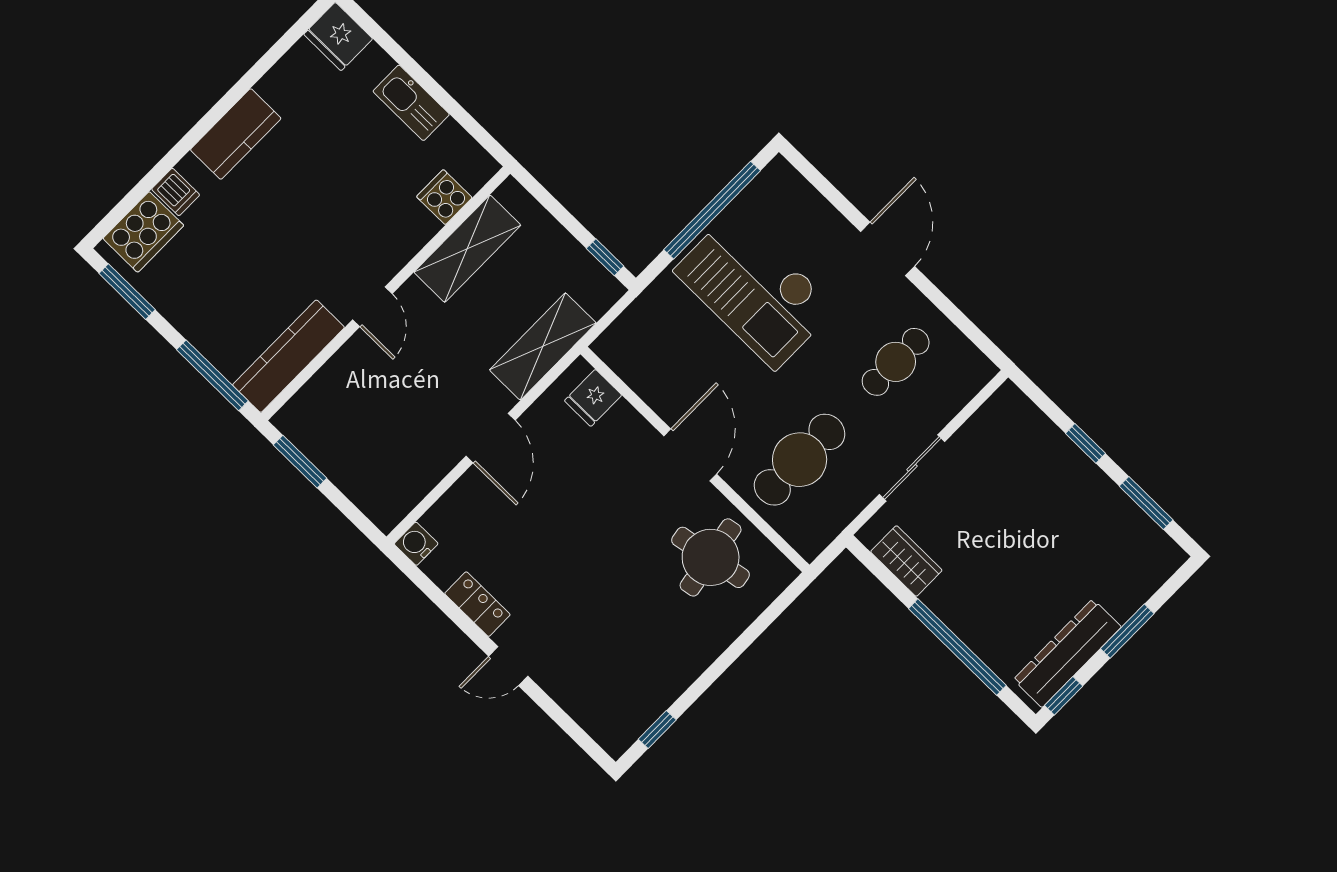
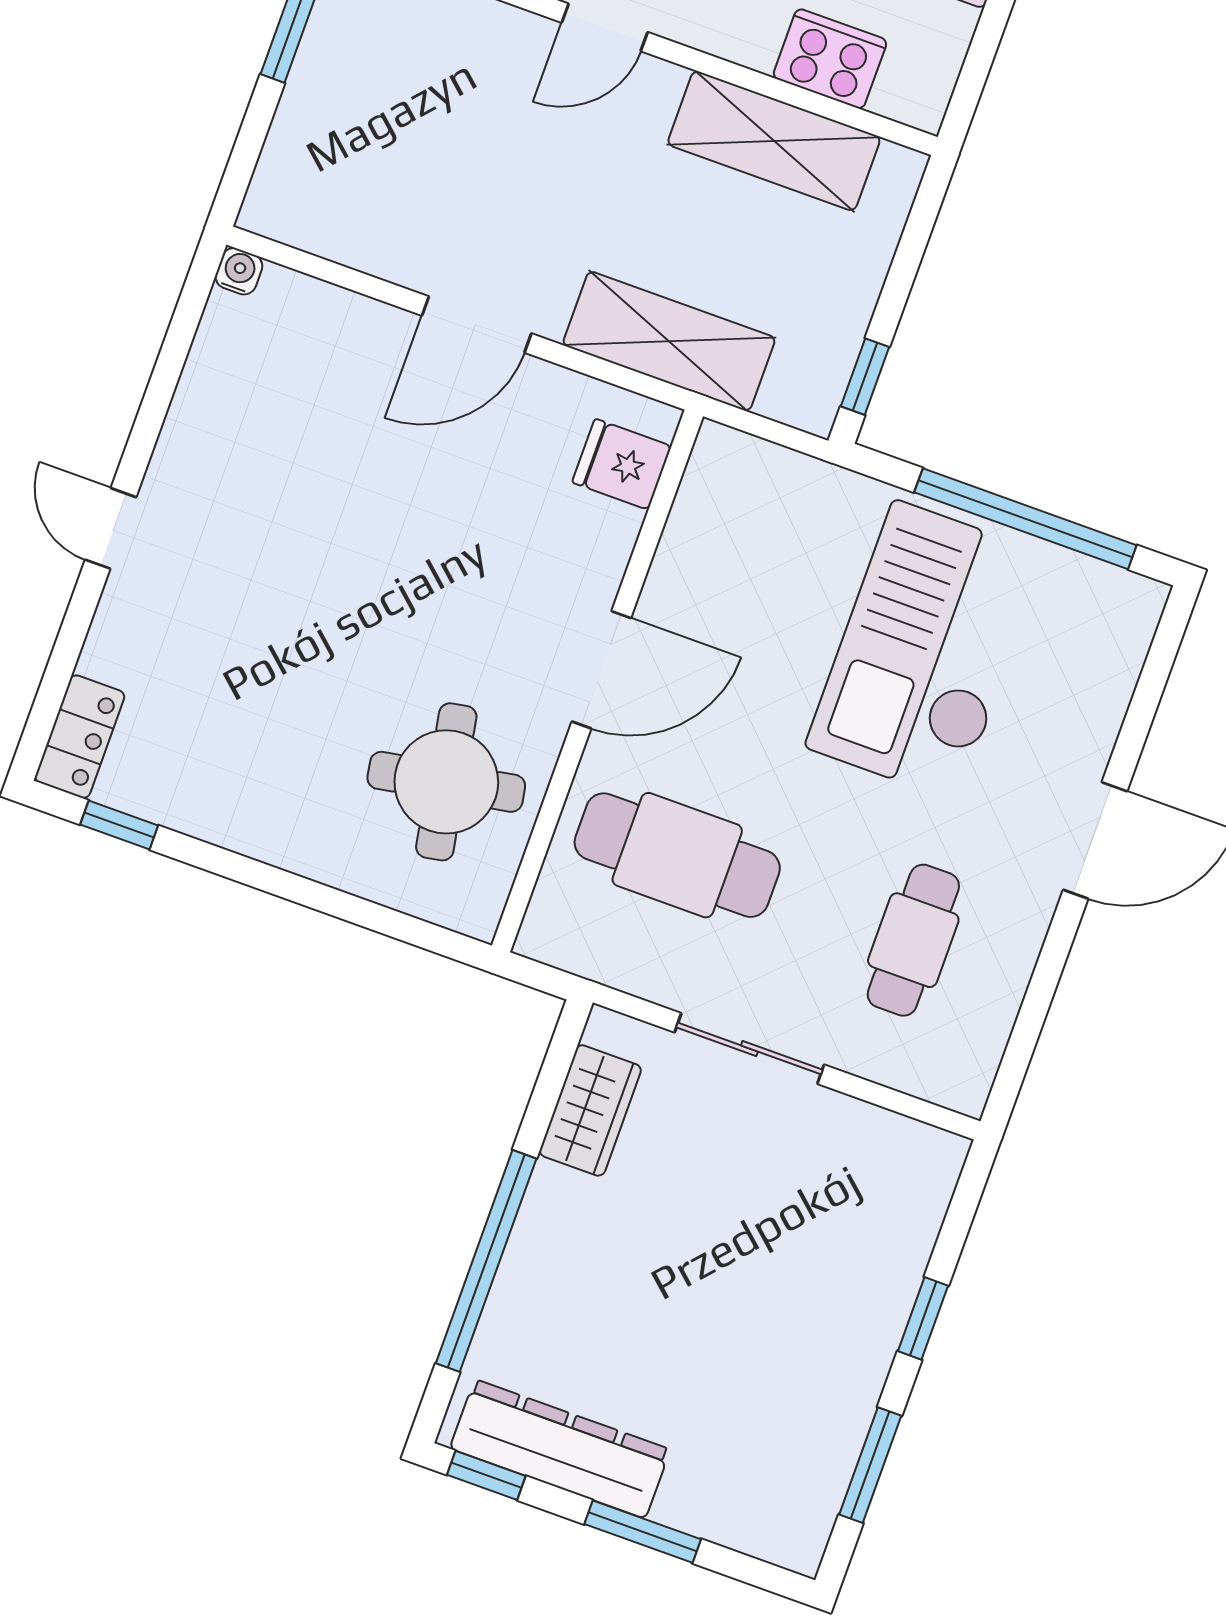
cooker: (444, 197) -> (830, 59), width x1.36
cafe table: (896, 362) -> (913, 940), turned 90
water cooler: (416, 544) -> (239, 271), width x0.72, depth x0.72
locker: (477, 604) -> (80, 737), moved

